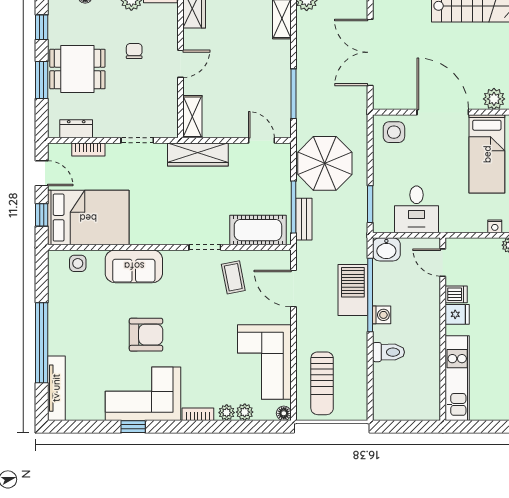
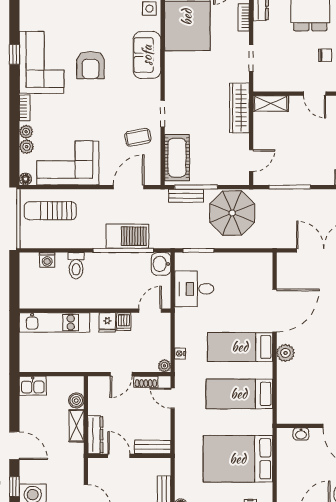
side table: (394, 132) -> (258, 270), removed
washing machine: (382, 315) -> (47, 260), moved

